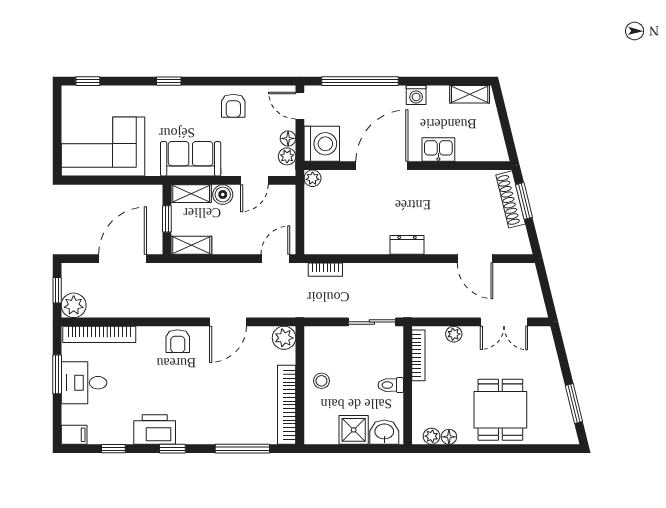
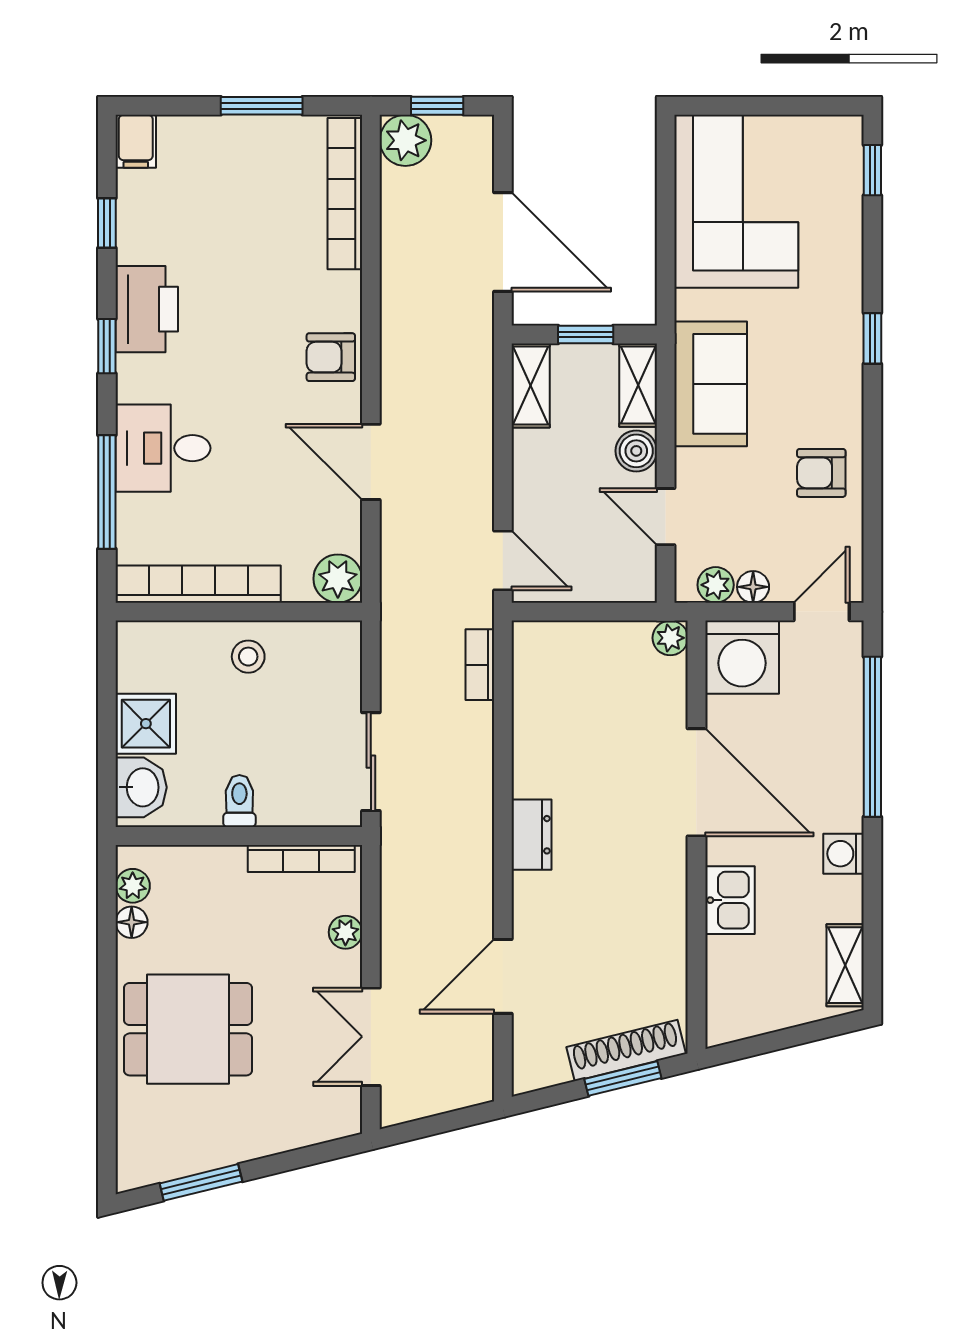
desk: (84, 383) -> (163, 448), moved, turned -90

